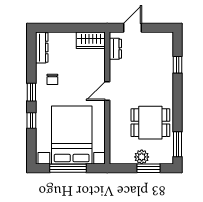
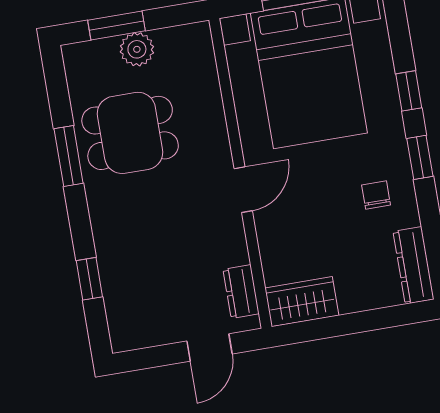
window: (178, 144) -> (69, 156), moved

